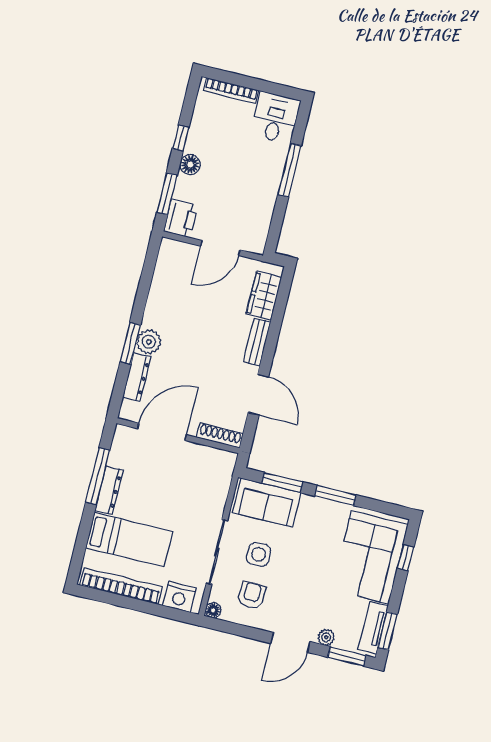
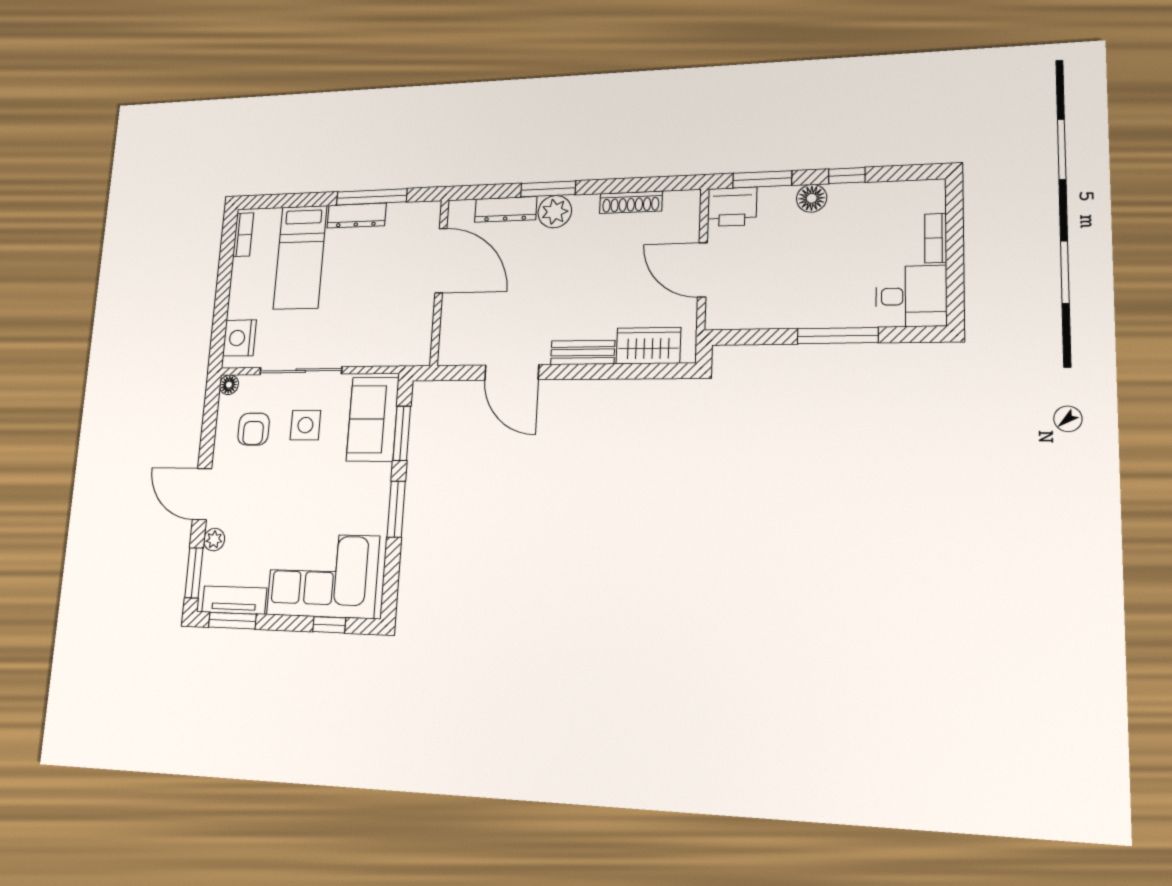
bookcase: (231, 90) -> (936, 238), width x0.64
door: (258, 395) -> (512, 372), hinge flipped
shoe rack: (220, 436) -> (631, 202), moved, turned 90
bookcase: (121, 586) -> (243, 235), width x0.43, depth x0.76
armchair: (252, 595) -> (254, 429), turned 90

